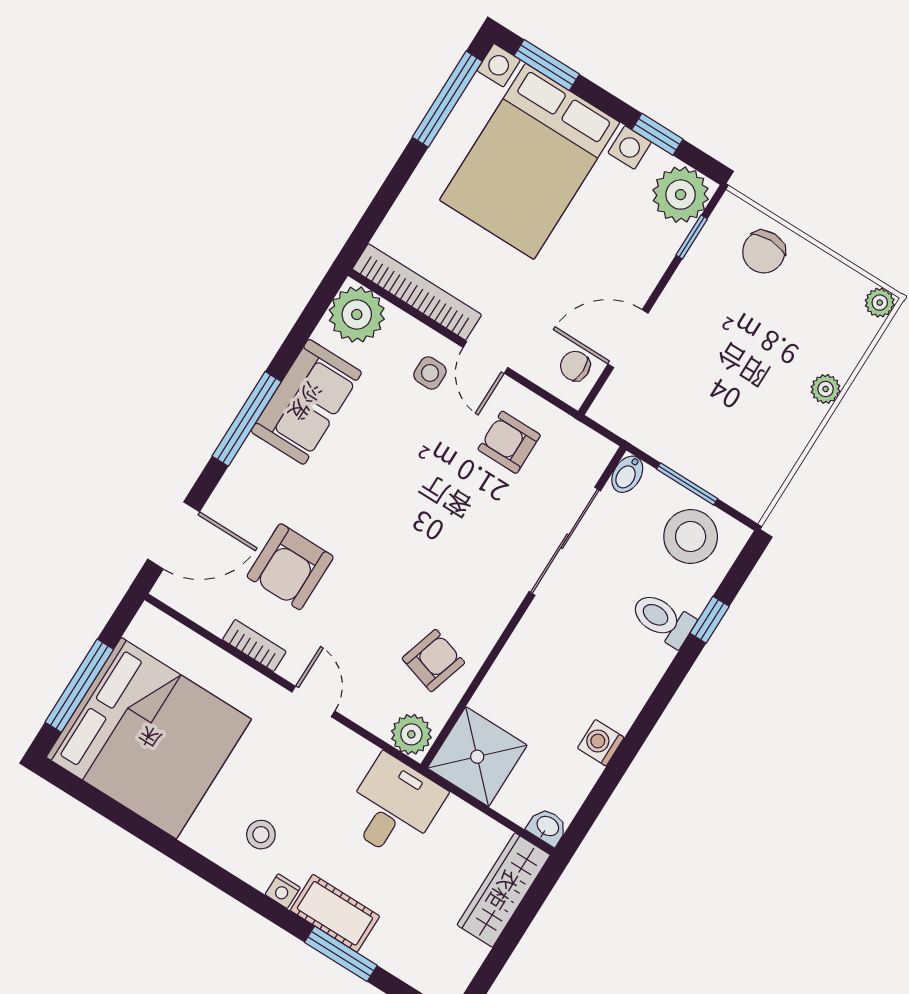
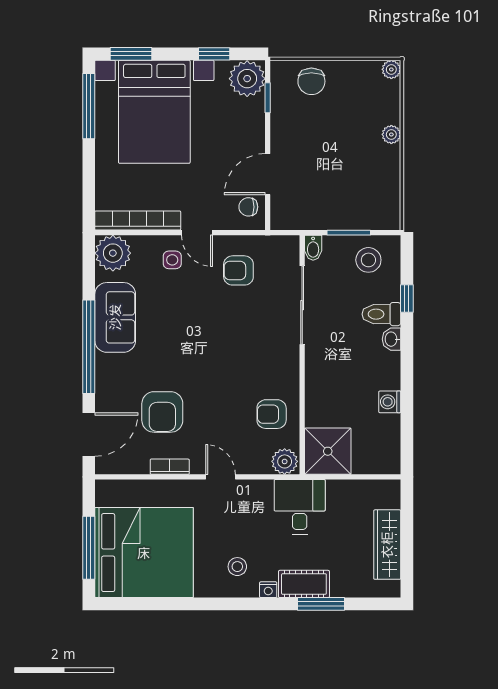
window: (247, 419) -> (89, 347), width x1.46
stool: (691, 537) -> (368, 260), width x0.73, depth x0.73
armchair: (433, 661) -> (272, 414), turned -107
washbasin: (547, 827) -> (392, 339), moved, turned -90
wardrobe: (504, 890) -> (387, 545), moved

